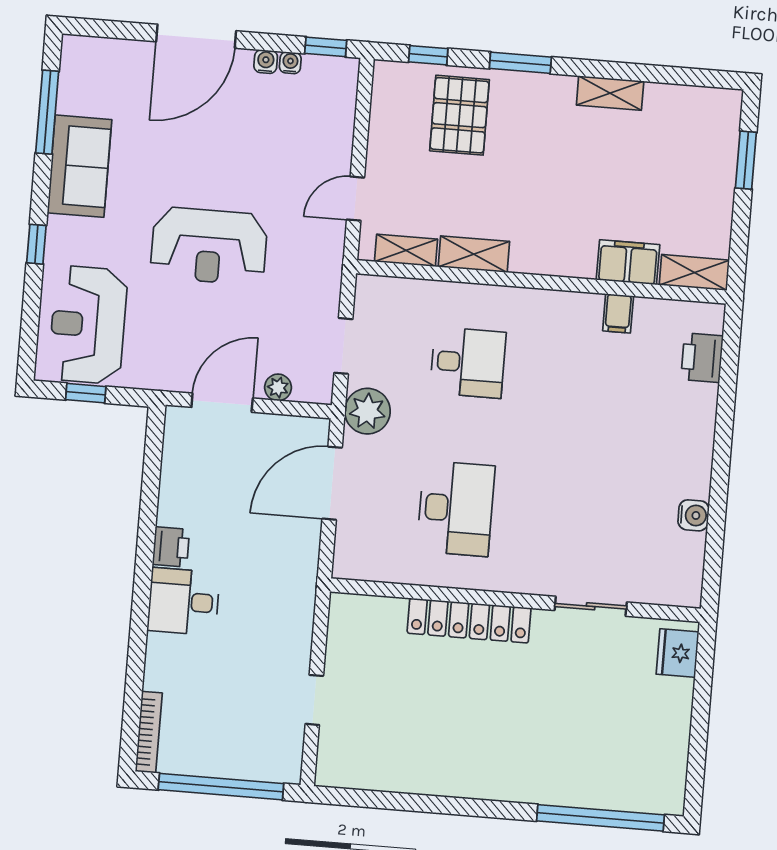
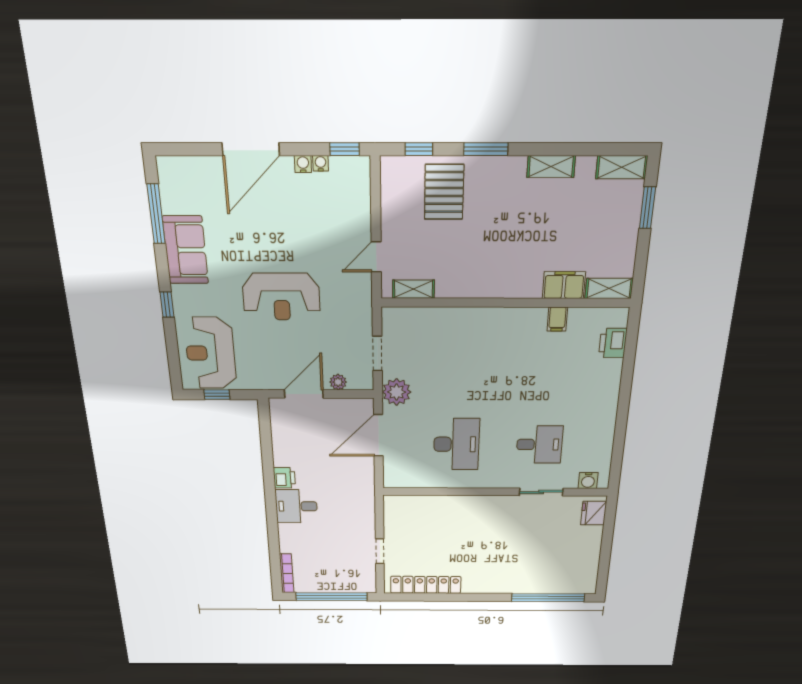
shelving: (474, 254) -> (622, 167), moved
desk: (468, 363) -> (539, 444), moved
water cooler: (693, 515) -> (588, 481), moved, turned 90
locker: (469, 621) -> (426, 585), moved, turned 180

